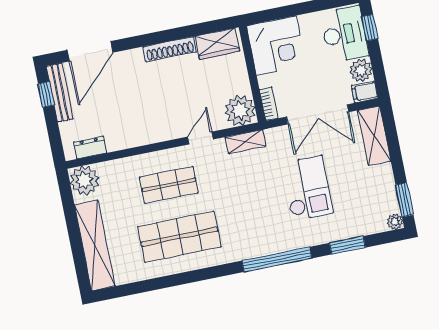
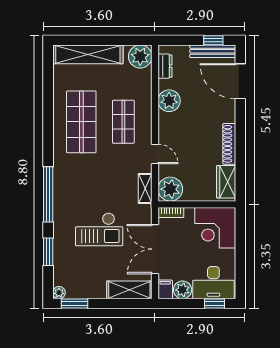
plant: (132, 134) -> (169, 101), added

